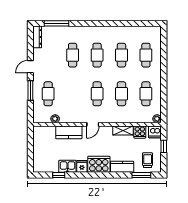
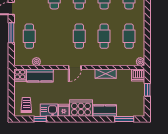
kitchen counter: (69, 132) -> (40, 76), moved
cooker: (140, 132) -> (20, 75), moved
trolley: (148, 160) -> (26, 105), moved

